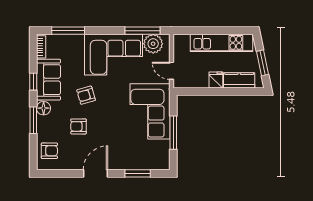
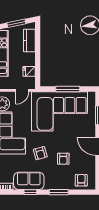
fridge: (216, 80) -> (29, 71), moved
floor lamp: (44, 108) -> (50, 185), removed
corner sofa: (150, 111) -> (60, 111), width x1.36, depth x1.36

